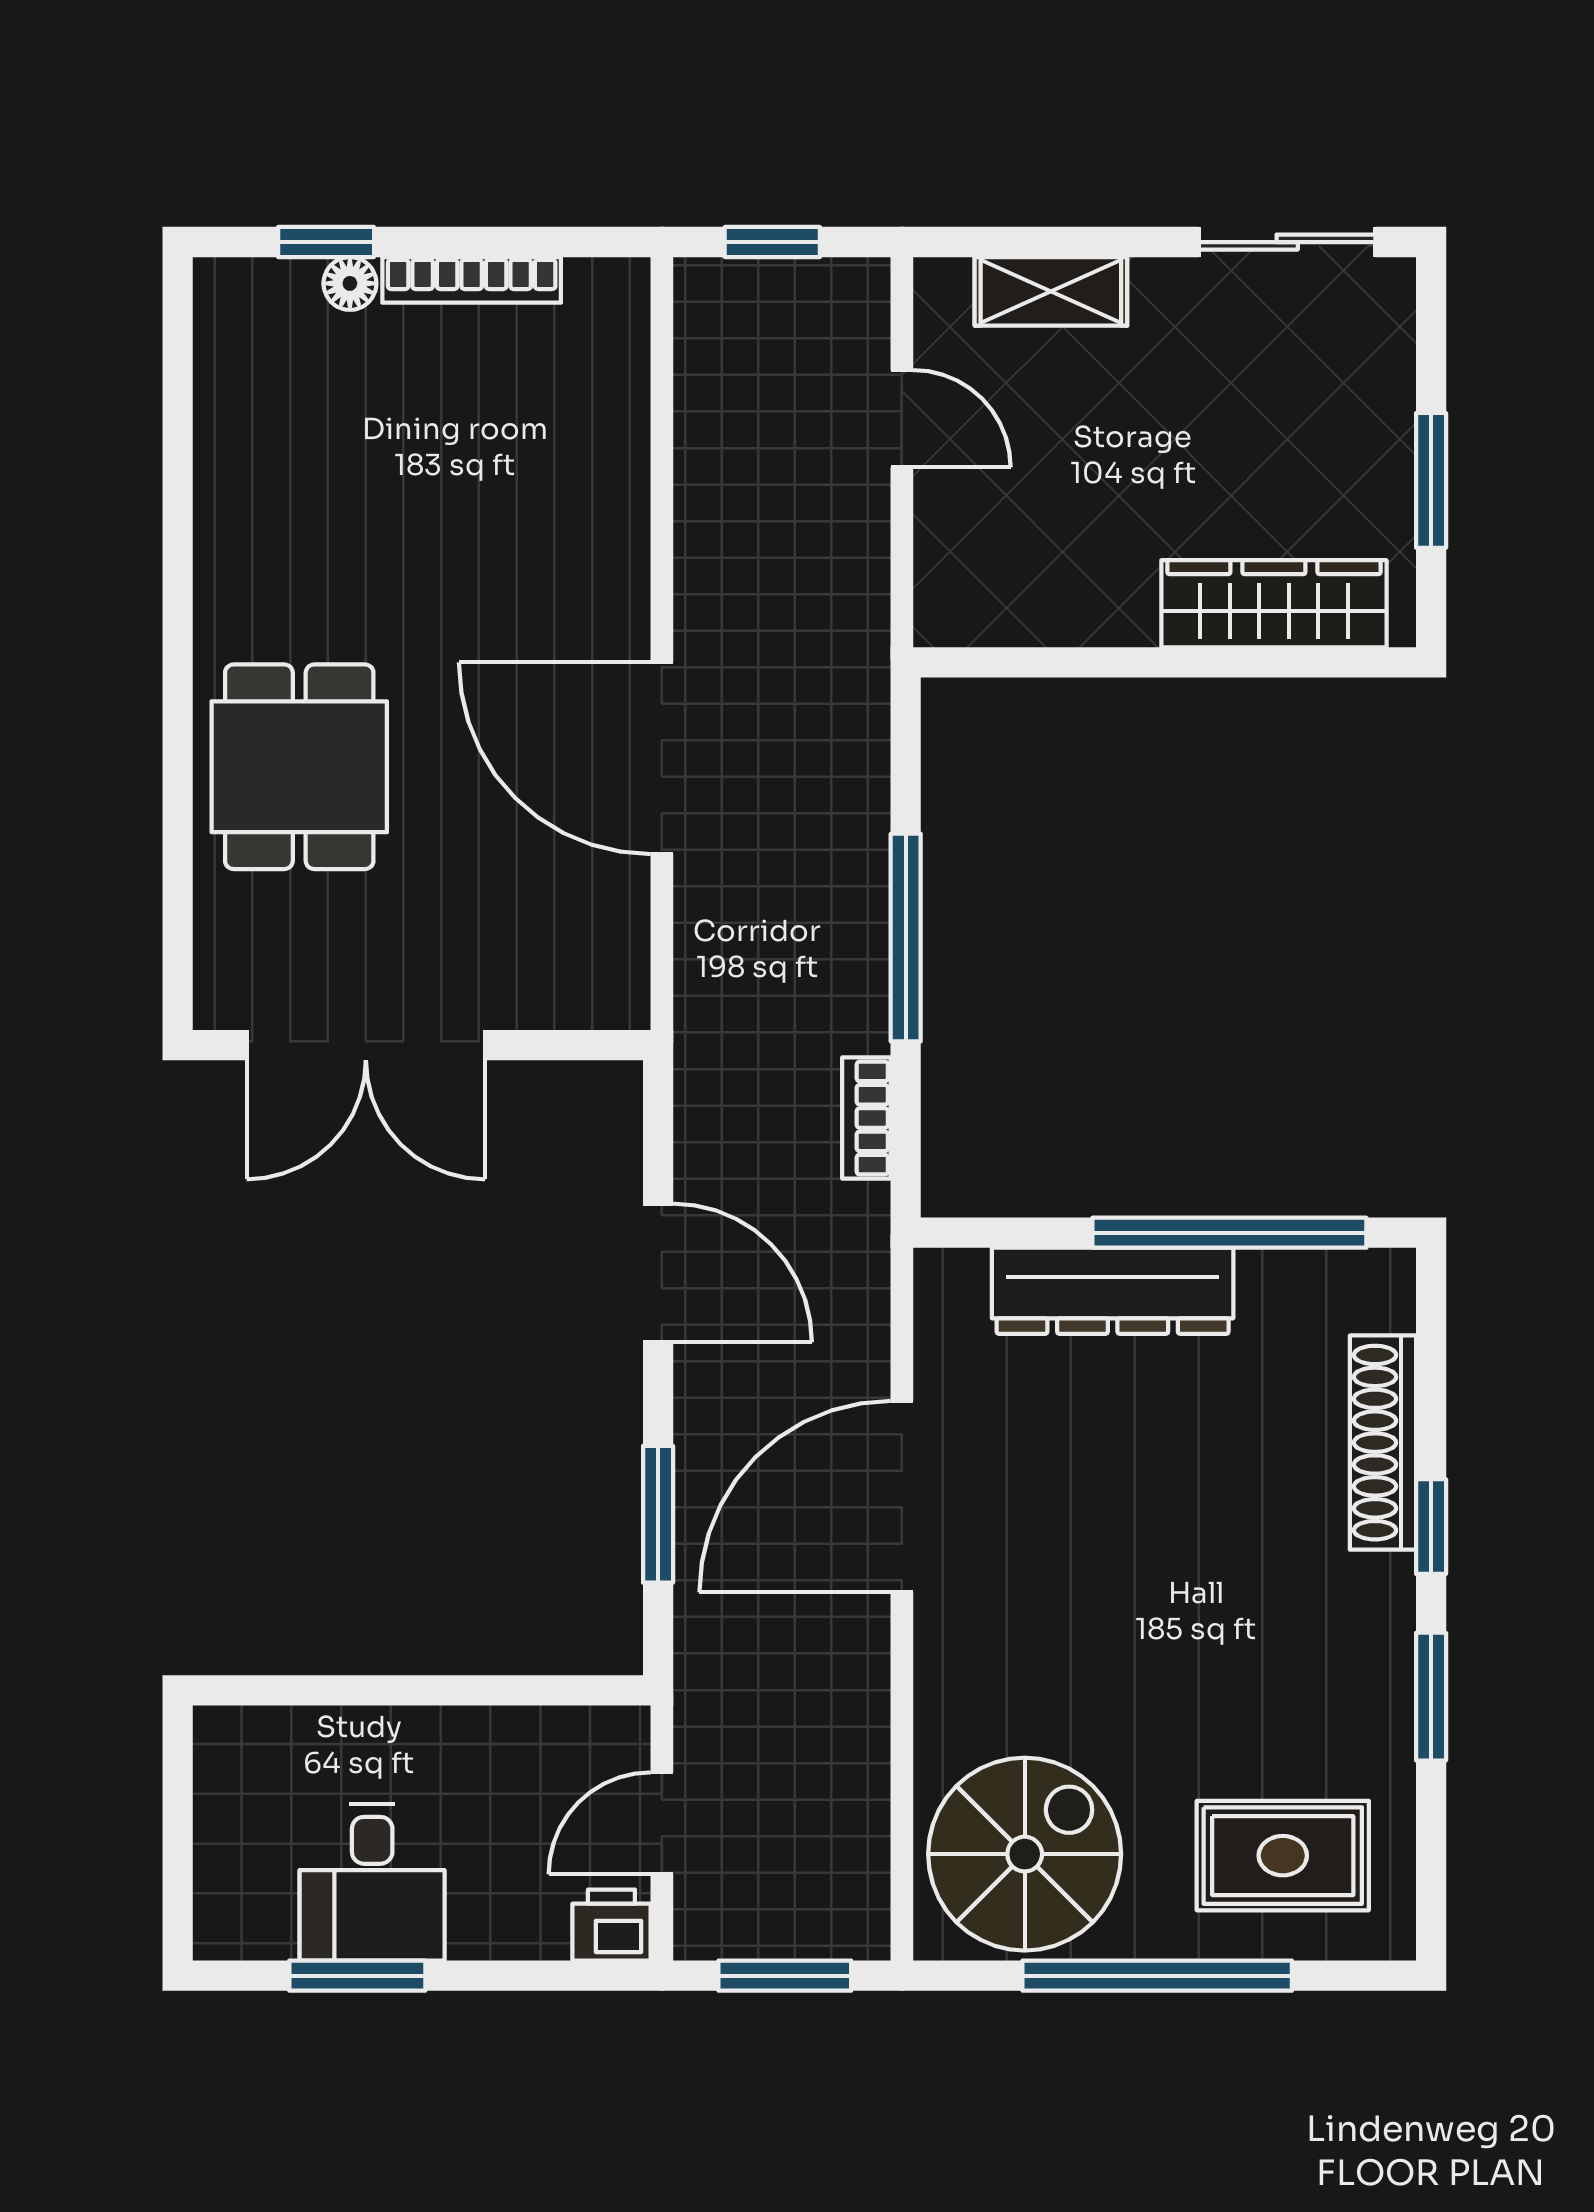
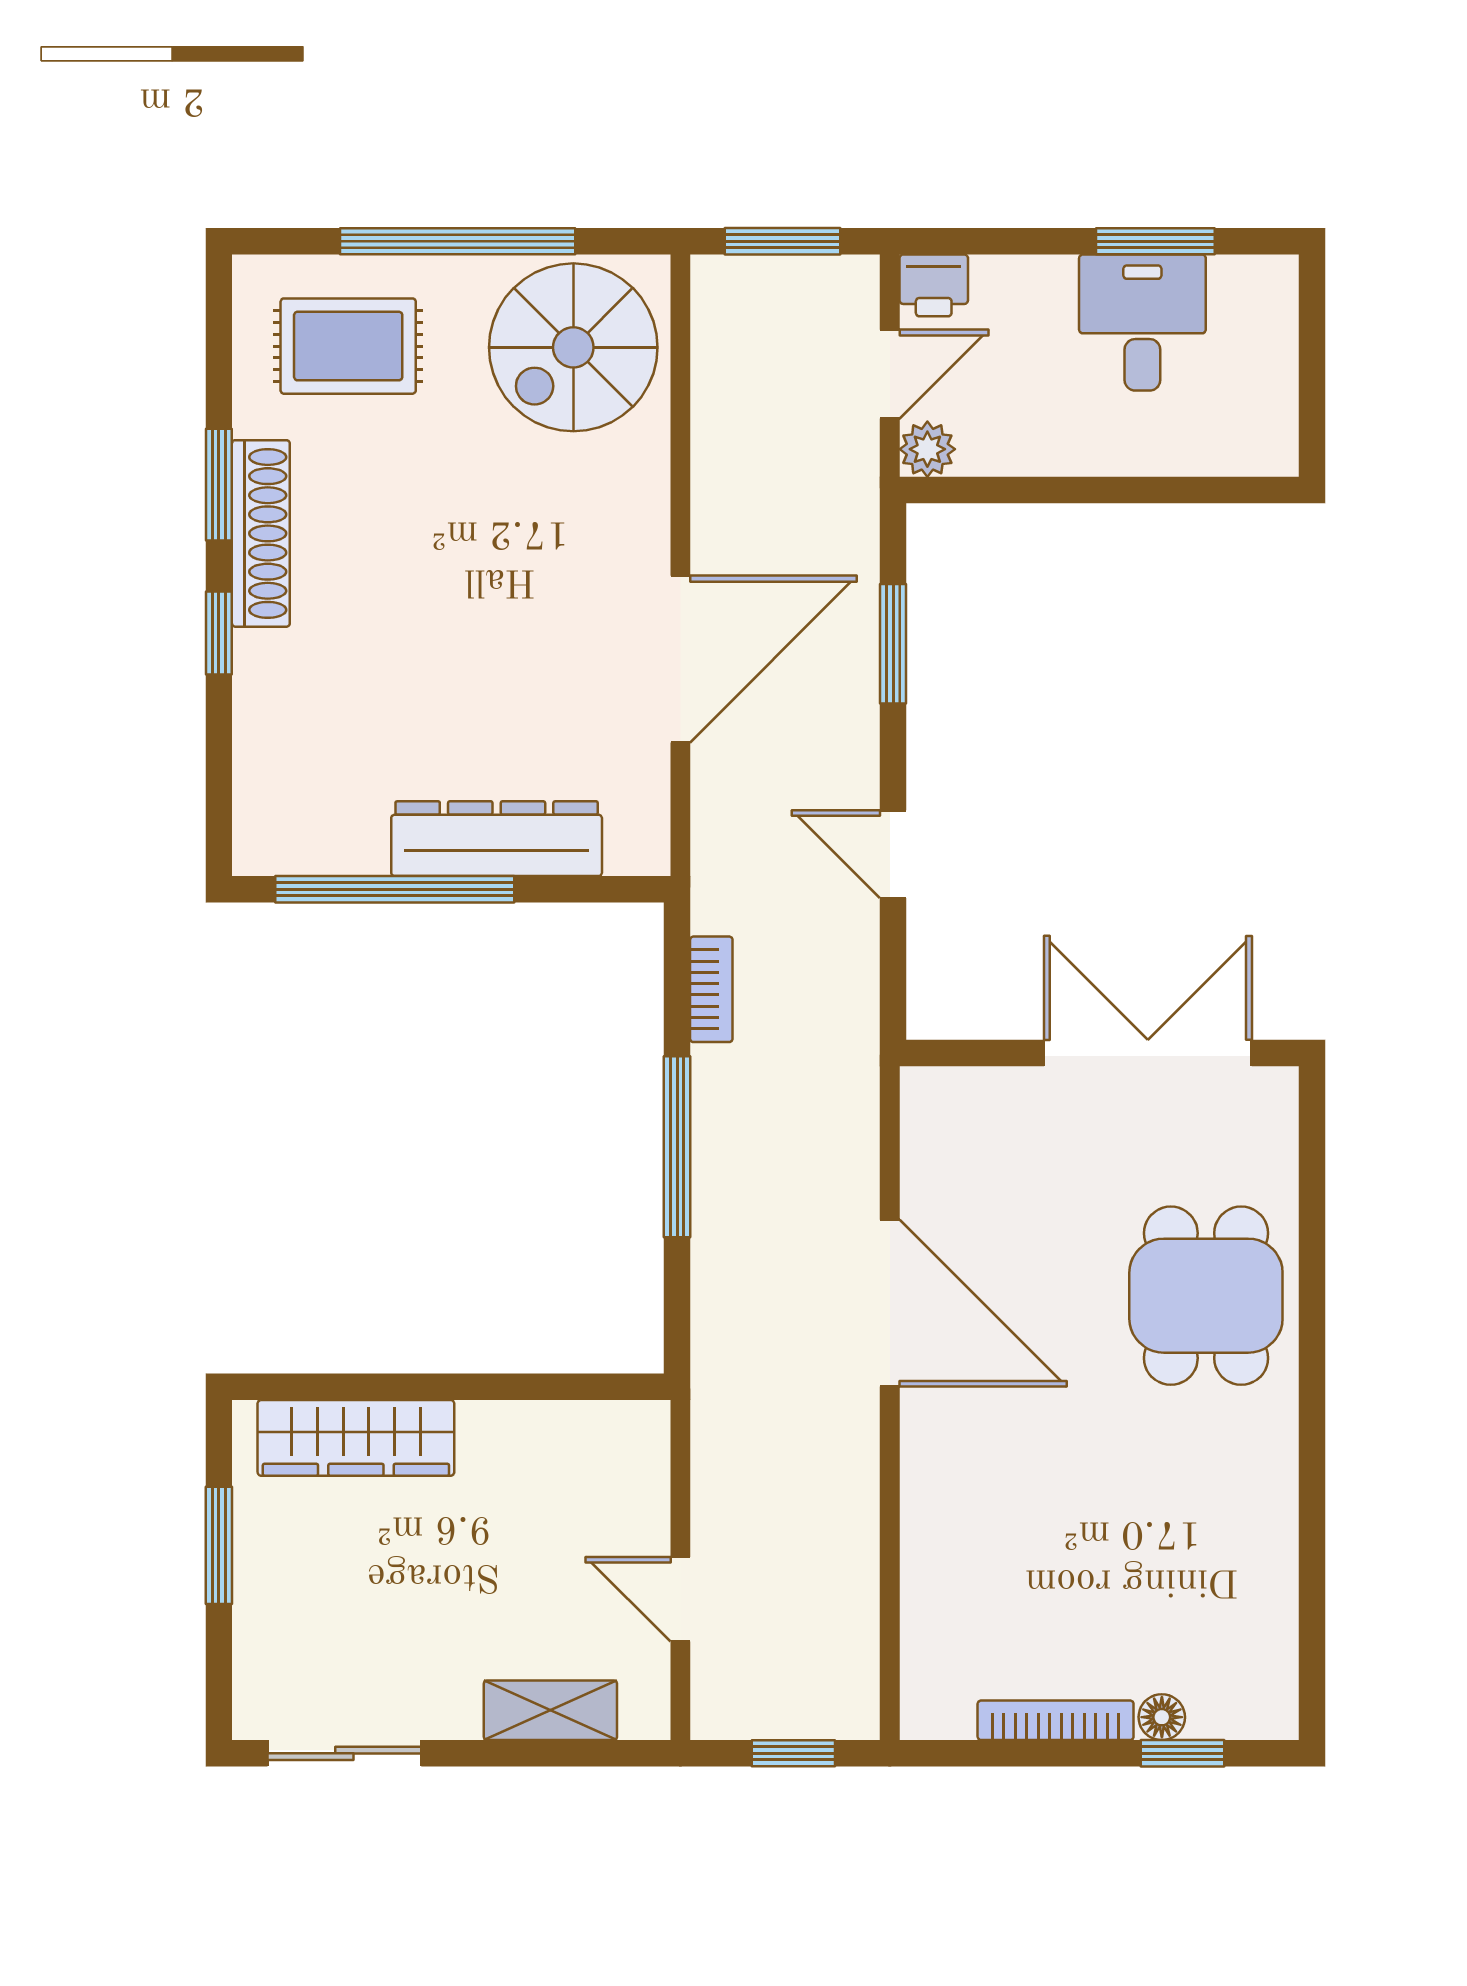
door: (658, 1273) -> (893, 854), width x0.73
shoe rack: (1383, 1443) -> (261, 533), moved
plant: (619, 1737) -> (927, 449), added

